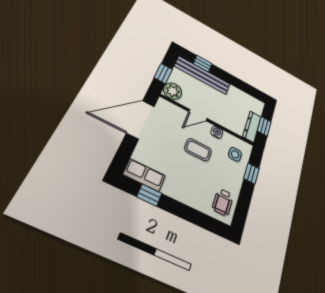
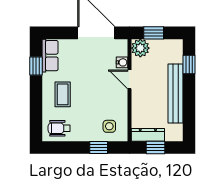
bench: (202, 75) -> (176, 93), moved
water cooler: (217, 132) -> (122, 62), moved
coffee table: (198, 150) -> (63, 94), moved

